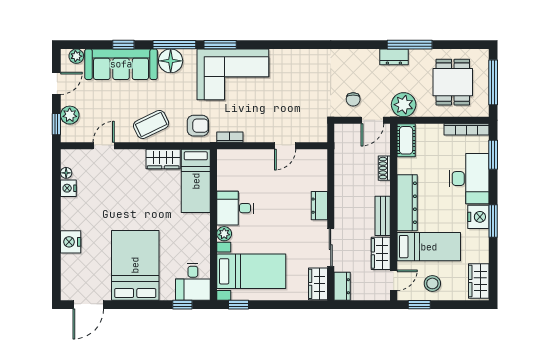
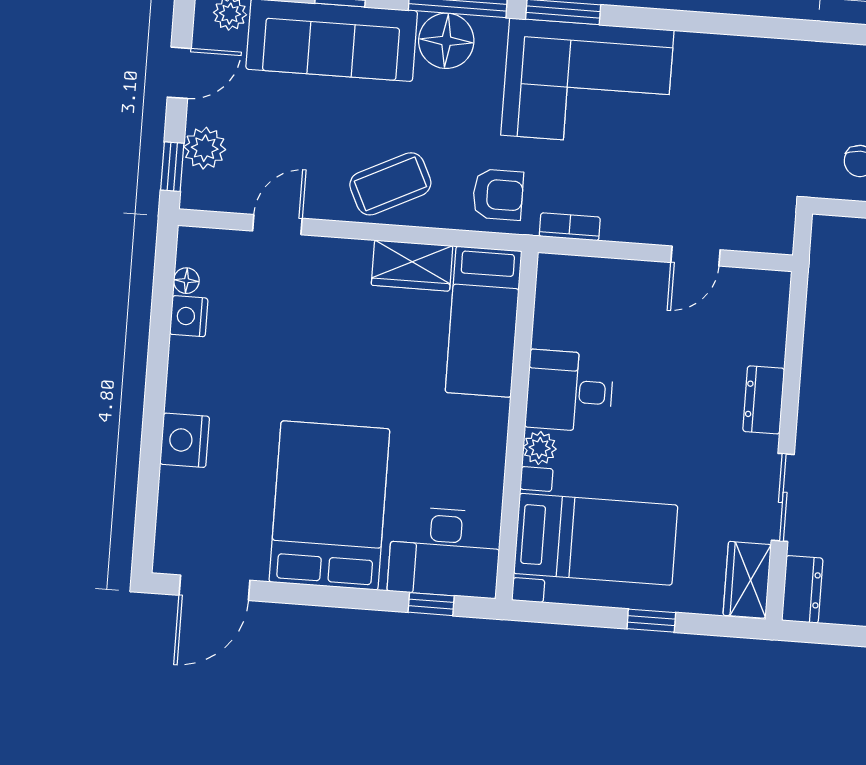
desk: (193, 282) -> (445, 552), width x1.37
window: (239, 305) -> (651, 621), moved

